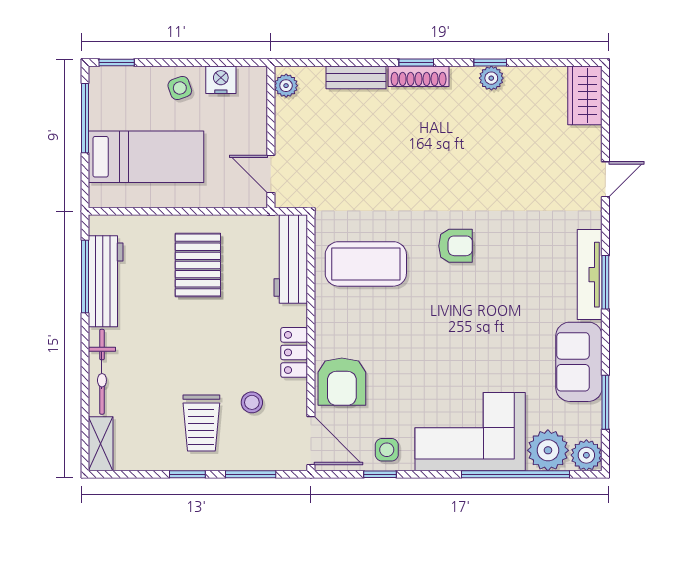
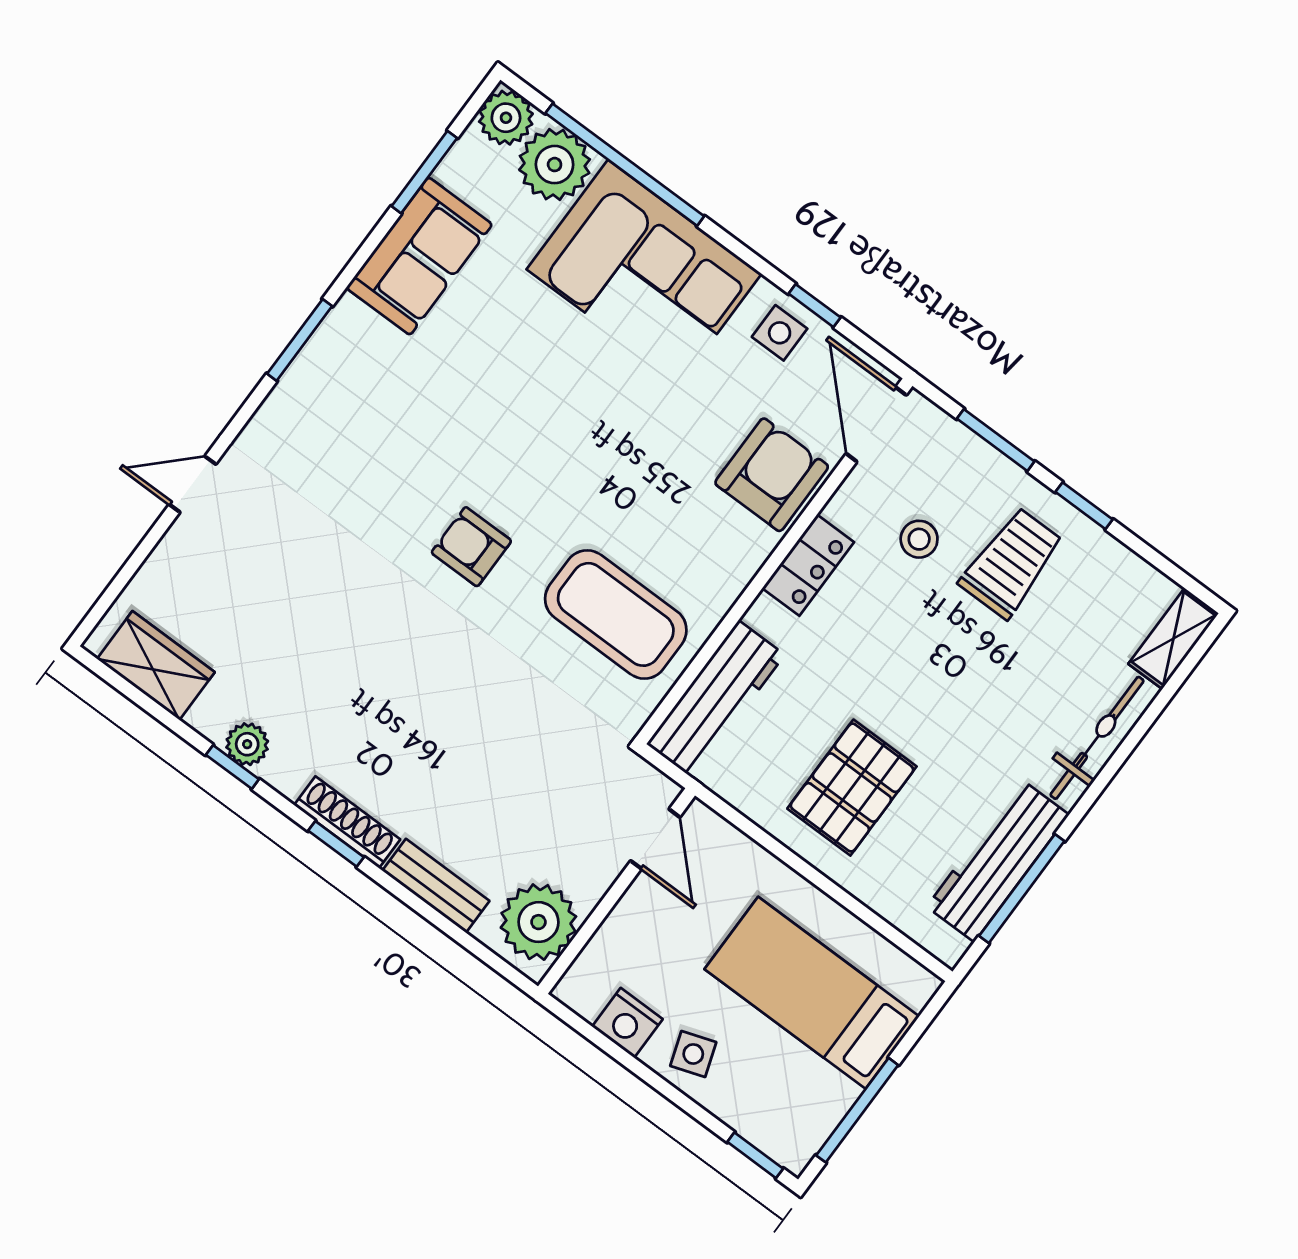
plant: (286, 86) -> (538, 922), width x1.87, depth x1.87
wardrobe: (585, 95) -> (156, 666), moved, turned -90
tv unit: (590, 275) -> (314, 367), removed

